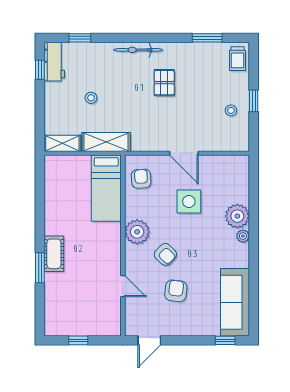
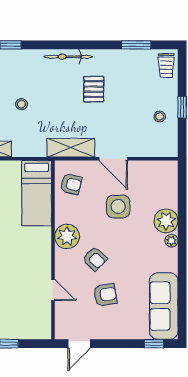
shelving: (106, 142) -> (71, 148), moved
armchair: (141, 179) -> (71, 184), turned 108
armchair: (176, 291) -> (105, 295), turned 74

